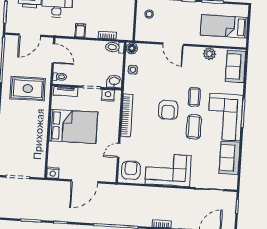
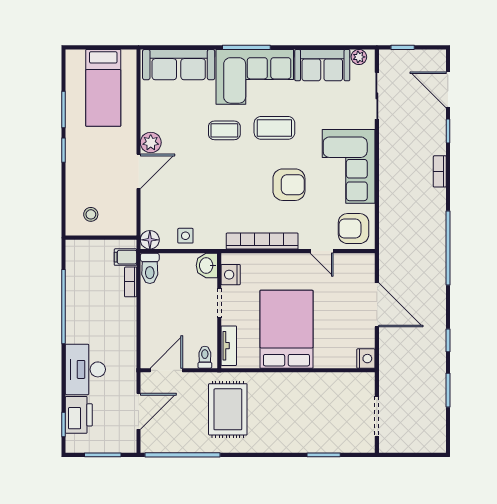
filing cabinet: (80, 30) -> (125, 257), moved
door: (30, 35) -> (139, 411), hinge flipped
plant: (209, 54) -> (151, 142), moved
sofa: (236, 66) -> (179, 65), width x1.36
armchair: (168, 110) -> (289, 185), moved
plant: (233, 180) -> (359, 57), added

